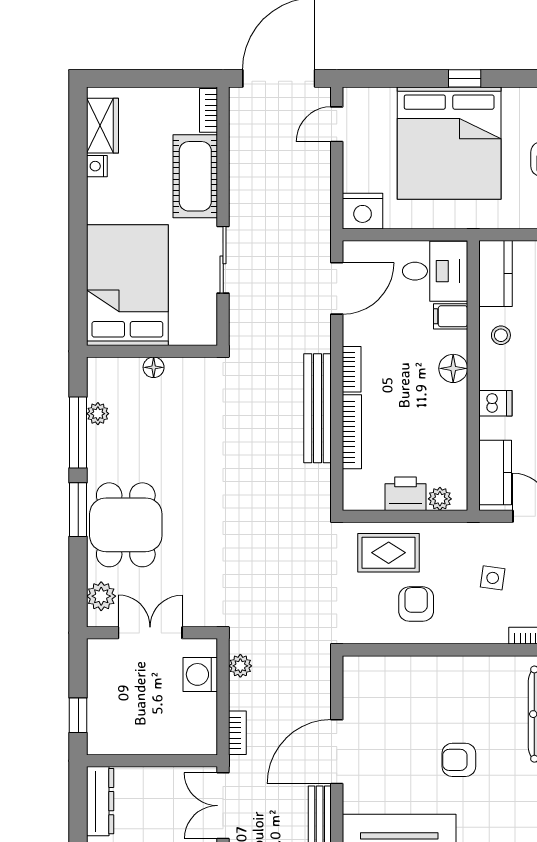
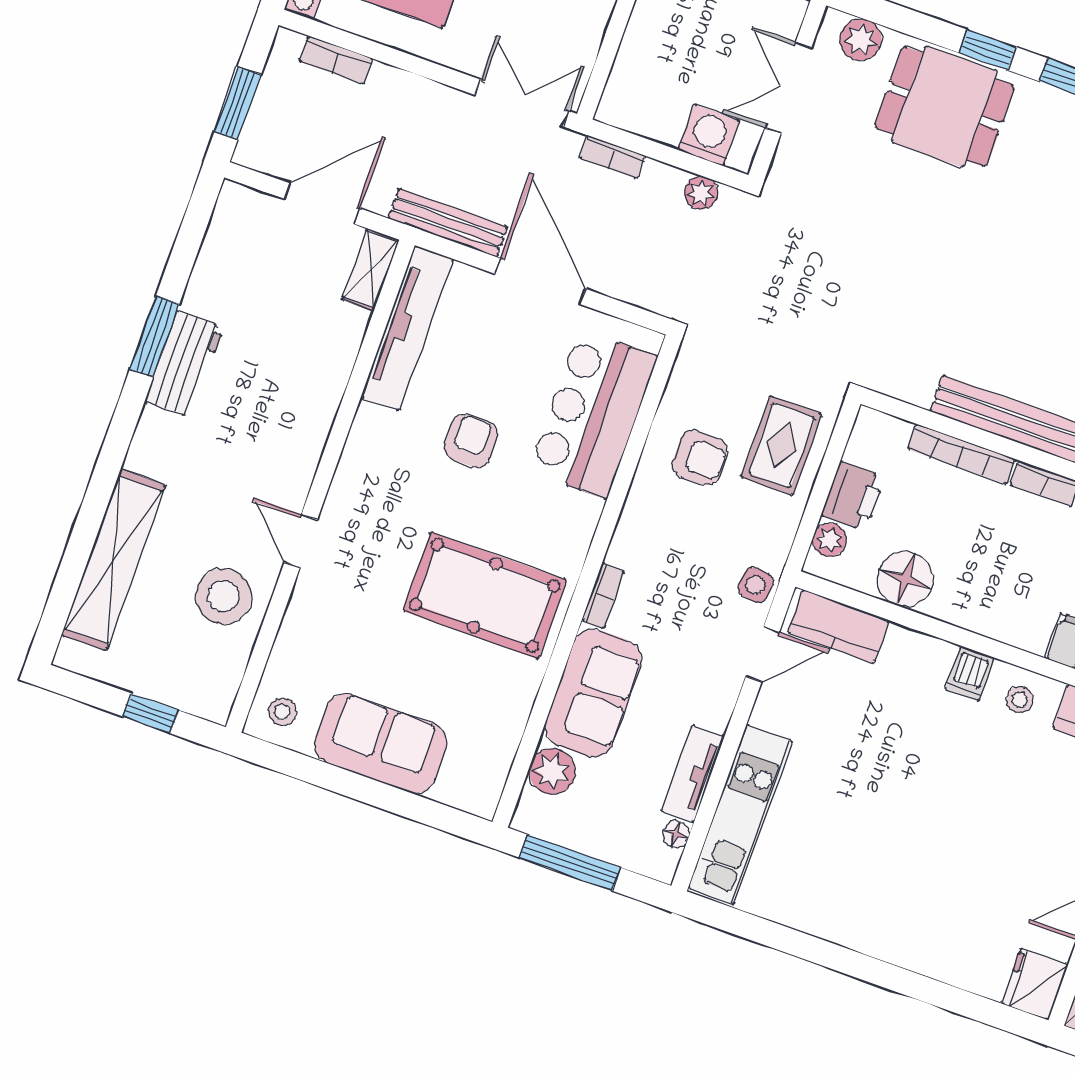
floor lamp: (453, 368) -> (905, 579), moved, width x1.38, depth x1.38
dishwasher: (495, 403) -> (970, 674), moved
window: (78, 510) -> (988, 50), width x0.67
side table: (493, 578) -> (756, 585), moved
double door: (150, 633) -> (788, 88), swing flipped
bar counter: (412, 685) -> (593, 414), added

